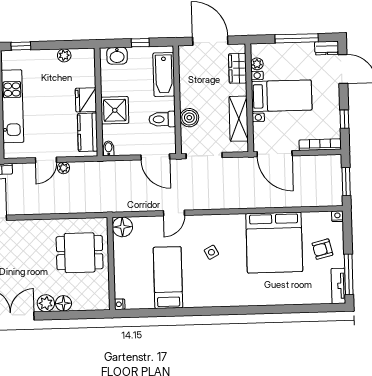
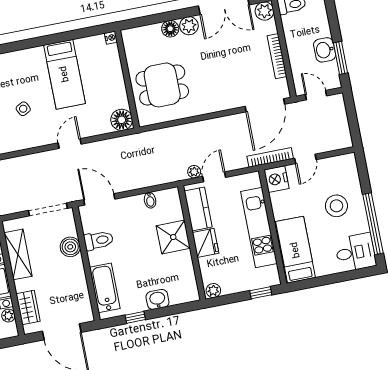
fridge: (86, 100) -> (206, 243), moved
wall: (99, 102) -> (192, 243), moved
shower: (115, 110) -> (173, 237), moved
kitchen counter: (88, 132) -> (198, 209), moved

